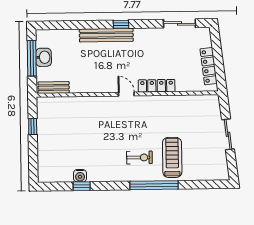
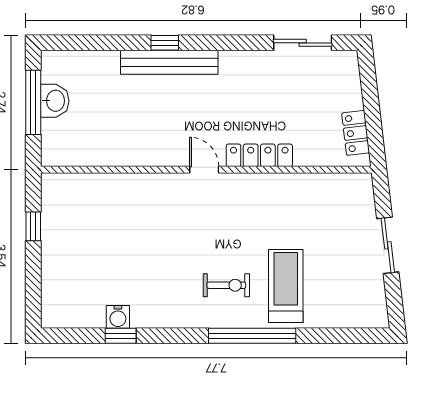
window: (121, 24) -> (165, 43), moved
locker: (209, 66) -> (356, 133), width x0.66
bench: (54, 88) -> (72, 156), removed

